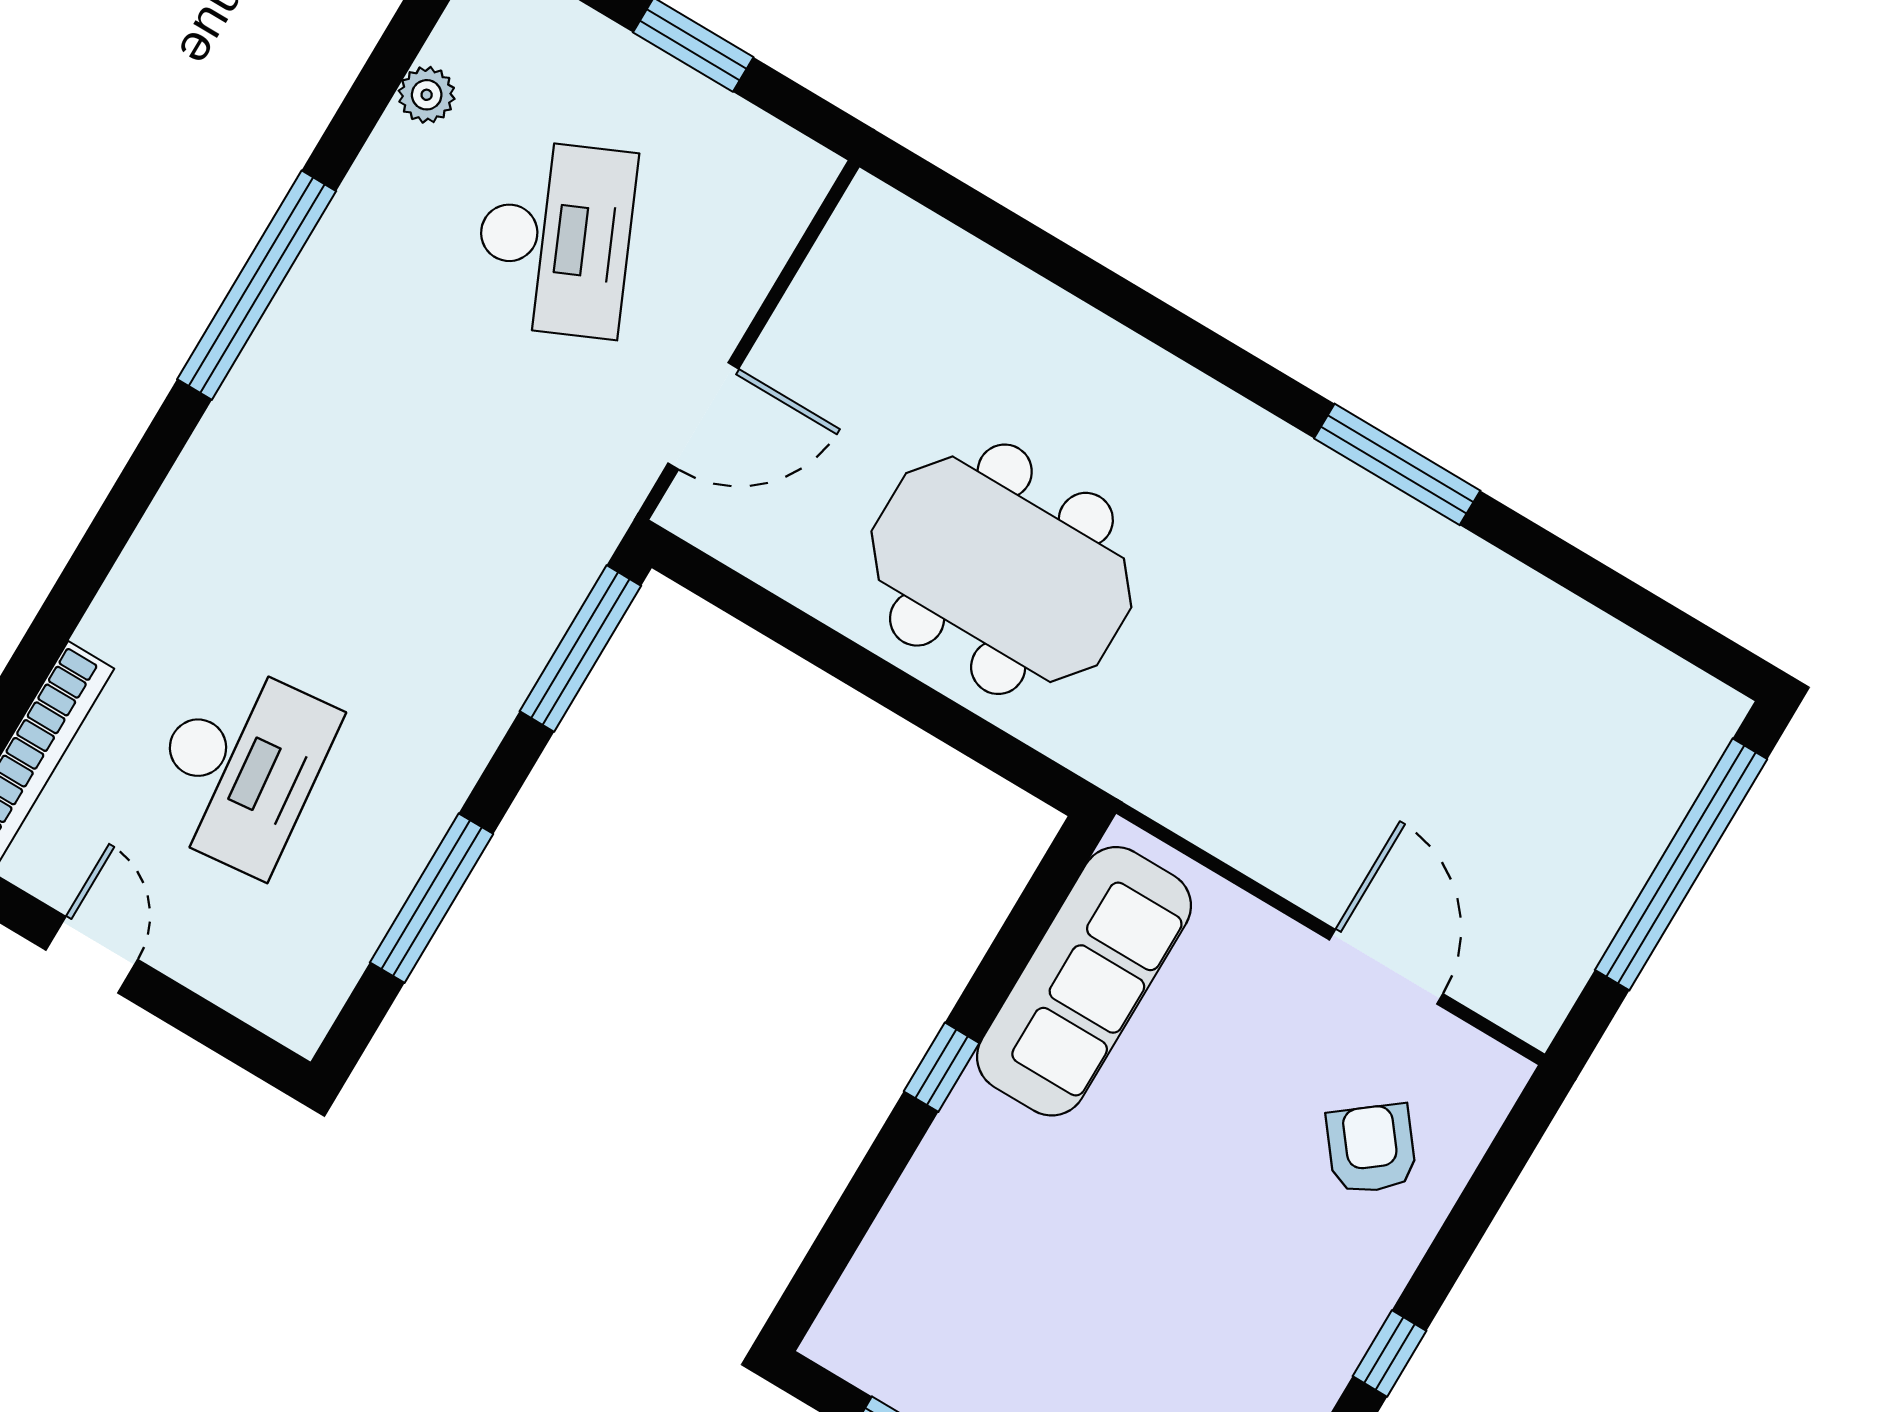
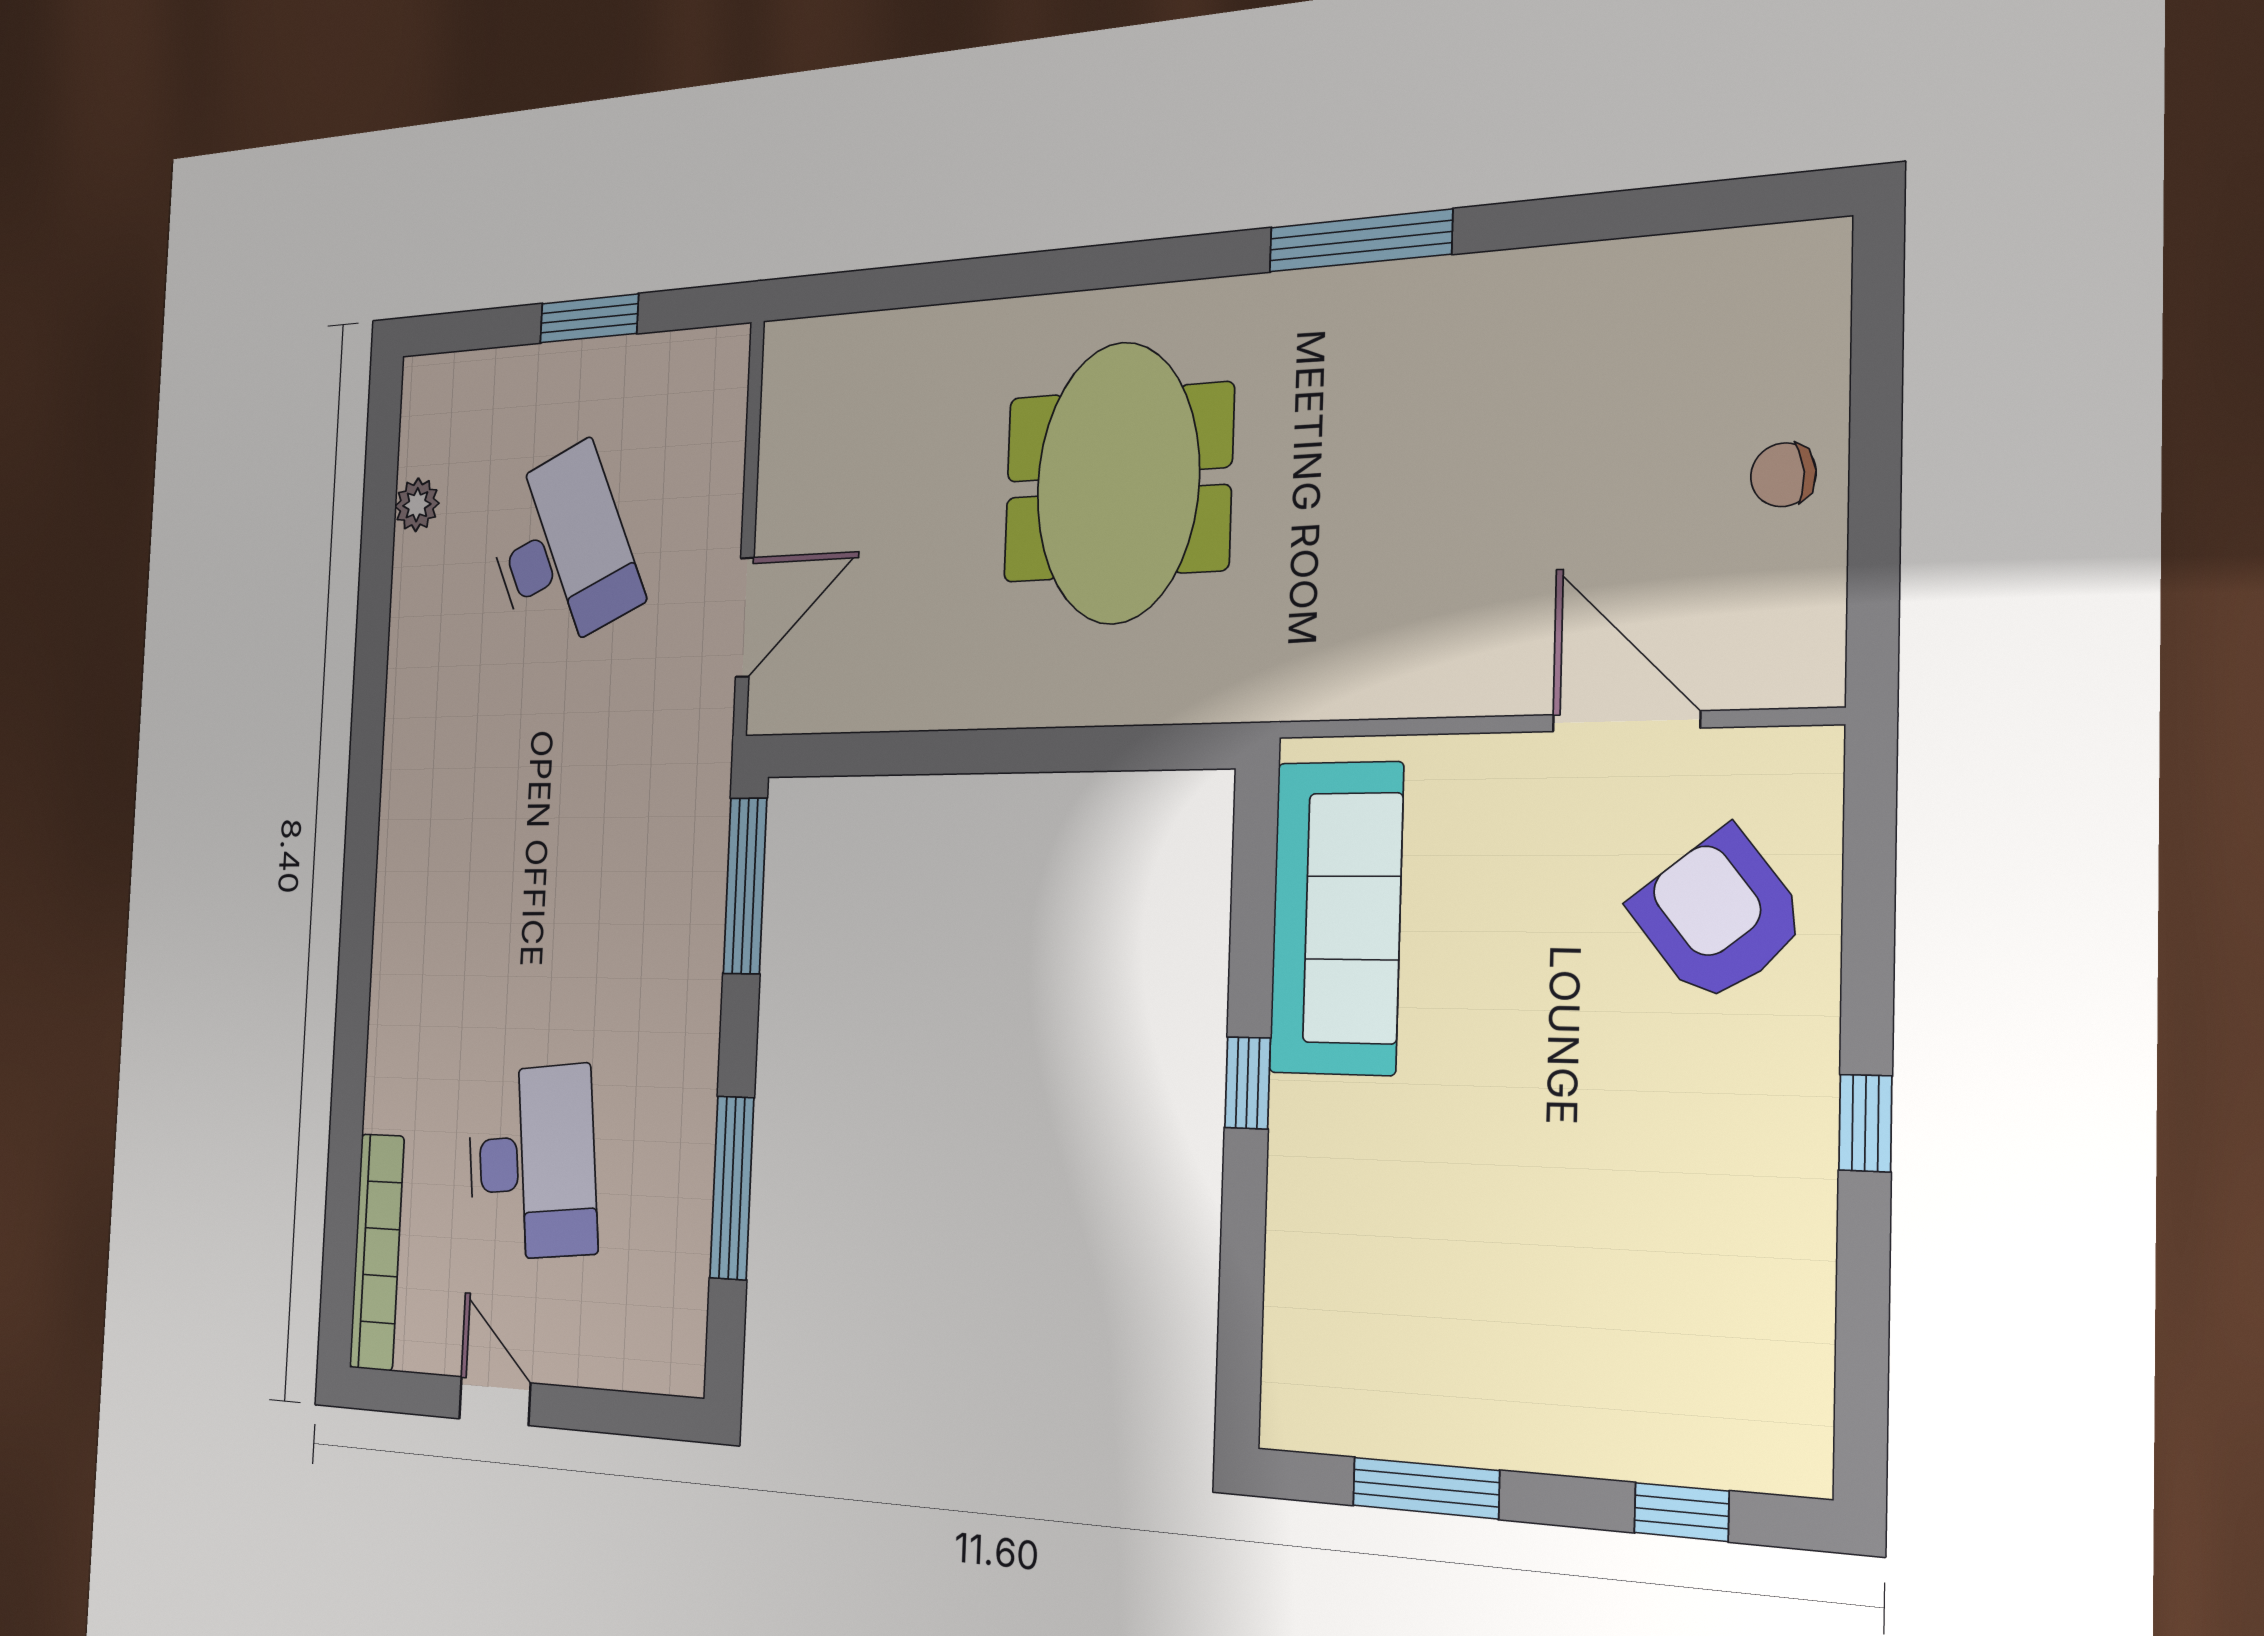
window: (257, 285) -> (367, 745), removed
meeting table: (1001, 569) -> (1118, 483), moved, turned 90
chair: (1599, 858) -> (1783, 475), added
window: (1681, 864) -> (1876, 426), removed
armchair: (1371, 1149) -> (1719, 916), width x1.38, depth x1.38

